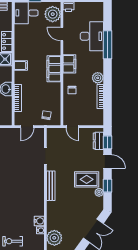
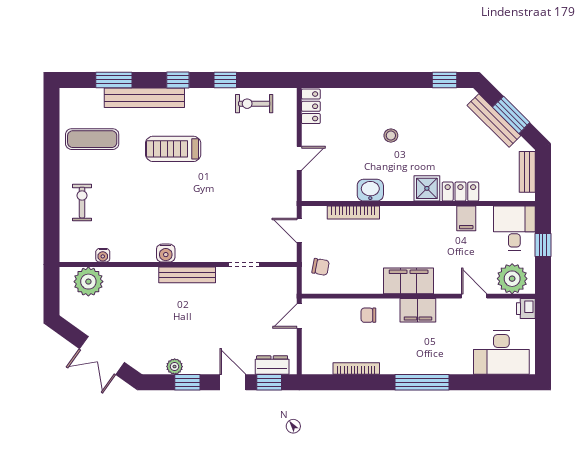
door: (62, 34) -> (474, 296), hinge flipped
desk: (92, 36) -> (501, 353), moved
window: (107, 45) -> (422, 382), moved
filing cabinet: (21, 66) -> (466, 218), moved
plant: (98, 78) -> (391, 364), removed
door: (107, 162) -> (233, 382), swing flipped
rug: (87, 179) -> (199, 343), removed
water cooler: (39, 221) -> (166, 253), moved

